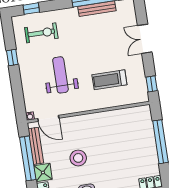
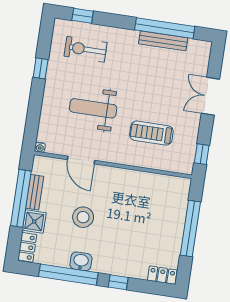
exercise bike: (41, 33) -> (86, 49), turned 180
weight bench: (60, 75) -> (93, 108), turned -90
door: (48, 118) -> (81, 160), moved
bench: (36, 146) -> (35, 192), width x0.73

